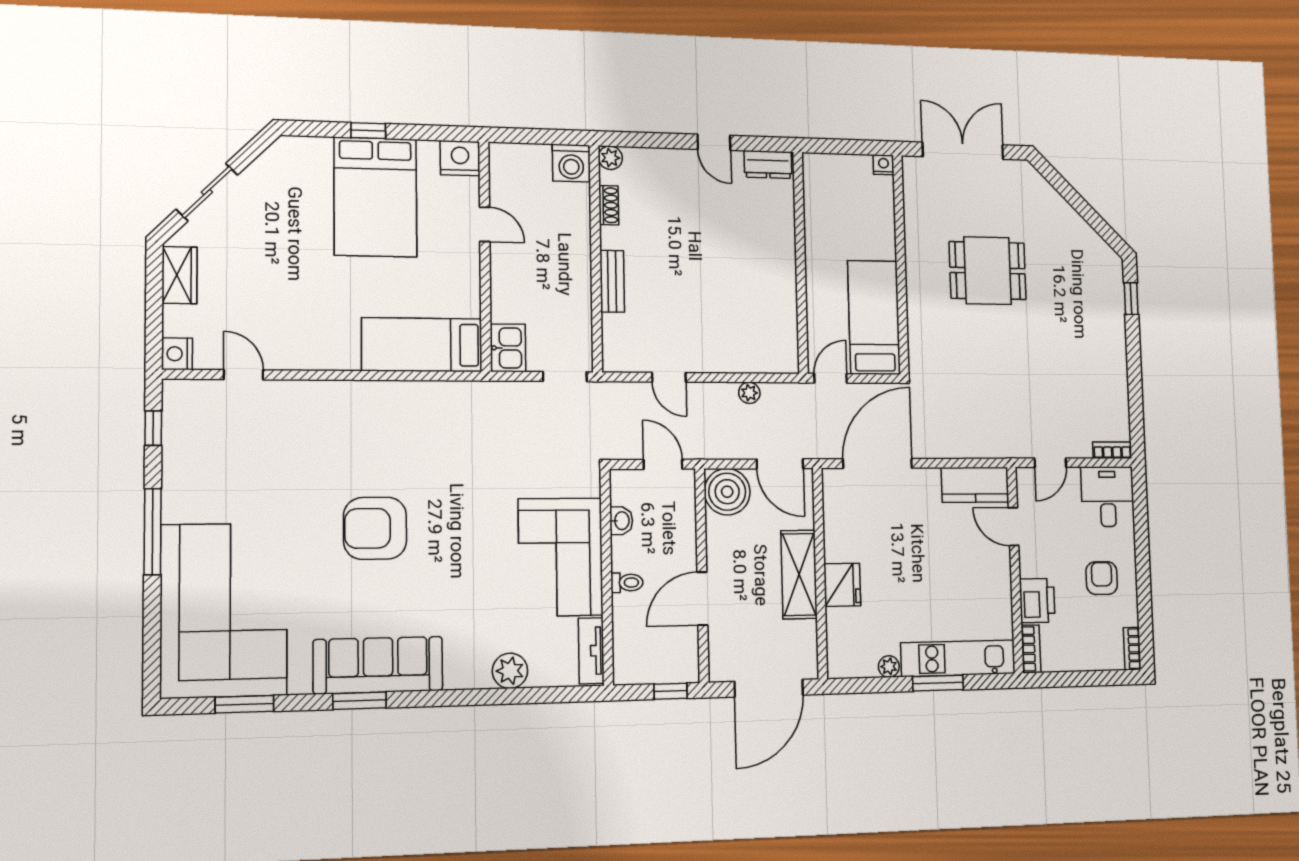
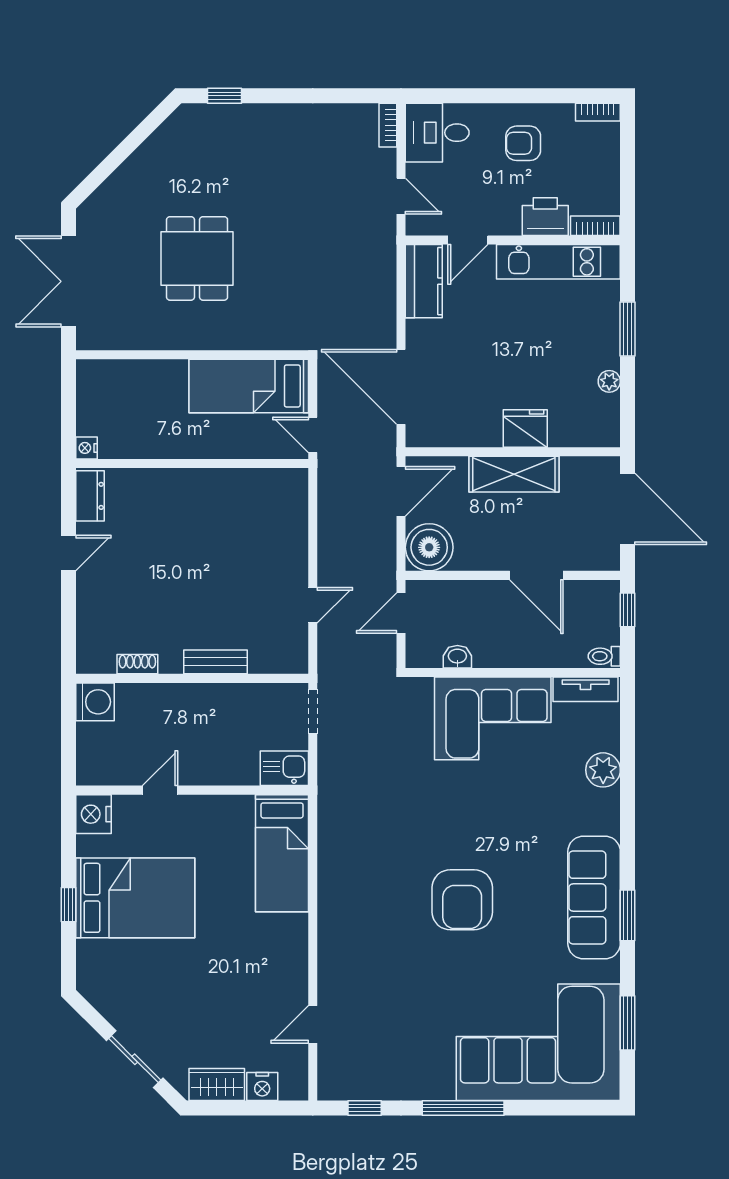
plant: (610, 158) -> (88, 662), removed
nightstand: (884, 165) -> (87, 448), moved
nightstand: (177, 354) -> (262, 1086), moved
plant: (749, 393) -> (328, 522), removed
toilet: (627, 583) -> (604, 656), moved, turned -90
kitchen unit: (958, 658) -> (558, 262), moved, turned -90

